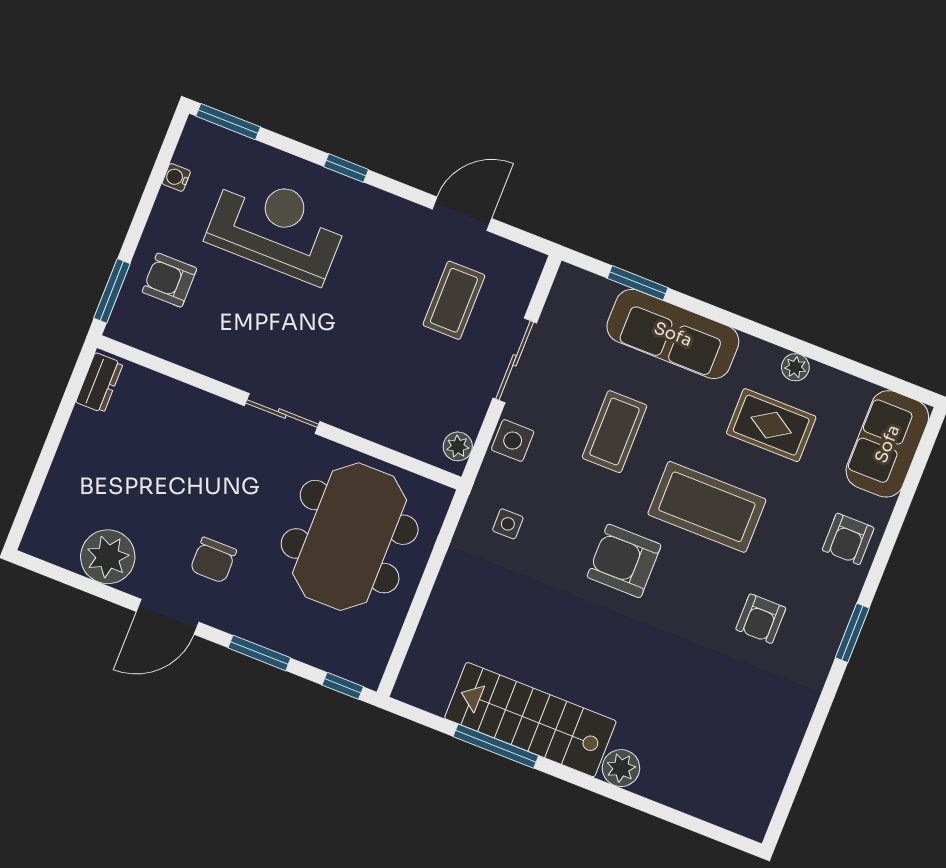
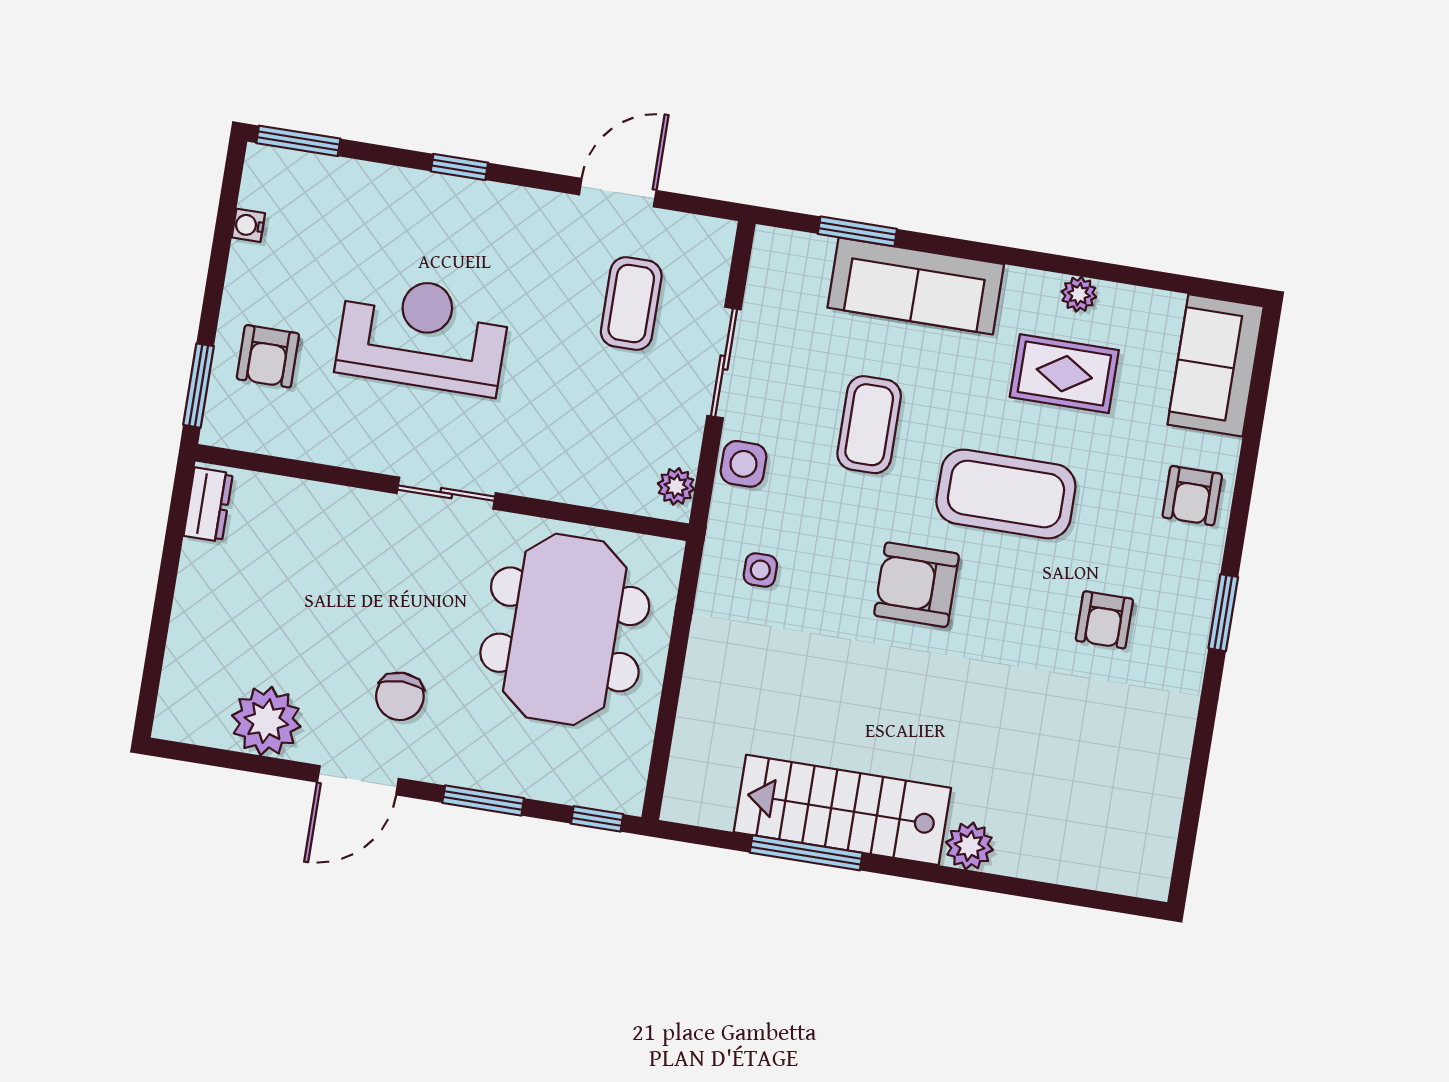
reception desk: (277, 227) -> (423, 334), moved
armchair: (169, 280) -> (268, 356), turned -90

